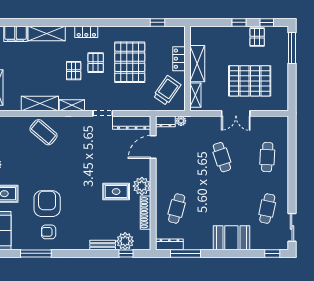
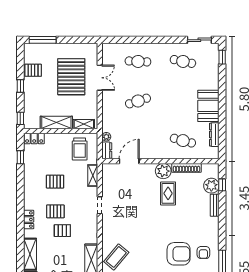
window: (267, 22) -> (20, 118), moved
locker: (179, 59) -> (34, 139), moved
pallet: (130, 62) -> (55, 182), width x0.49, depth x0.50
trolley: (167, 90) -> (80, 149), turned -125
shelving: (72, 105) -> (93, 176), moved
double door: (236, 113) -> (100, 78), moved
dresser: (132, 123) -> (108, 180), removed
door: (153, 147) -> (129, 161), swing flipped
armchair: (47, 204) -> (179, 254), turned 180
booth: (231, 238) -> (208, 106), moved
dresser: (169, 244) -> (214, 135), moved
window: (185, 253) -> (222, 133), removed

